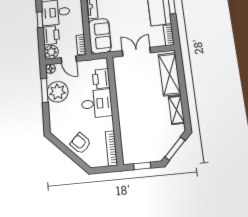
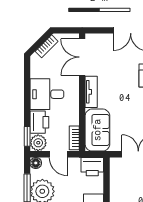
window: (40, 20) -> (27, 136), moved
printer: (101, 79) -> (92, 167), moved, turned -90

